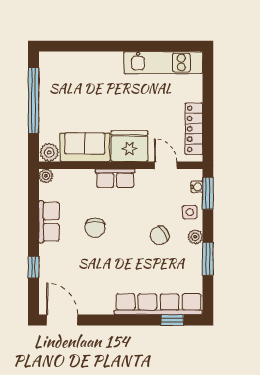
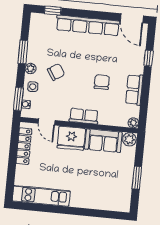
window: (34, 101) -> (137, 178), width x0.47
row of seats: (158, 304) -> (88, 25), moved

